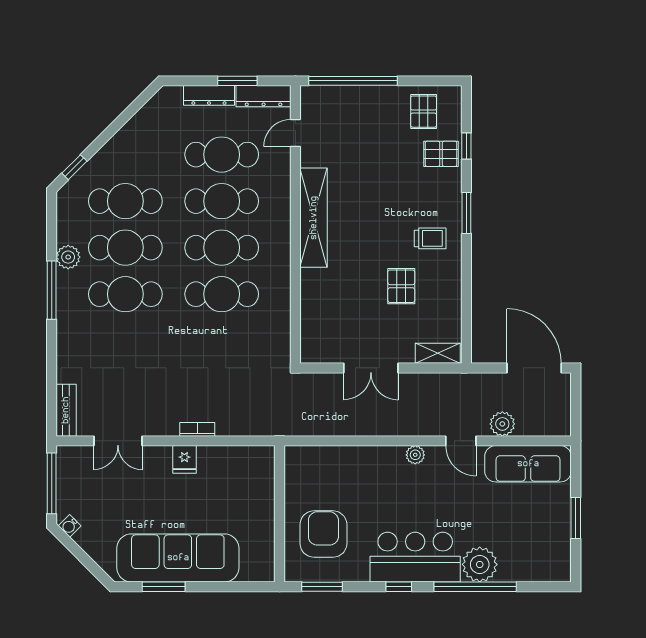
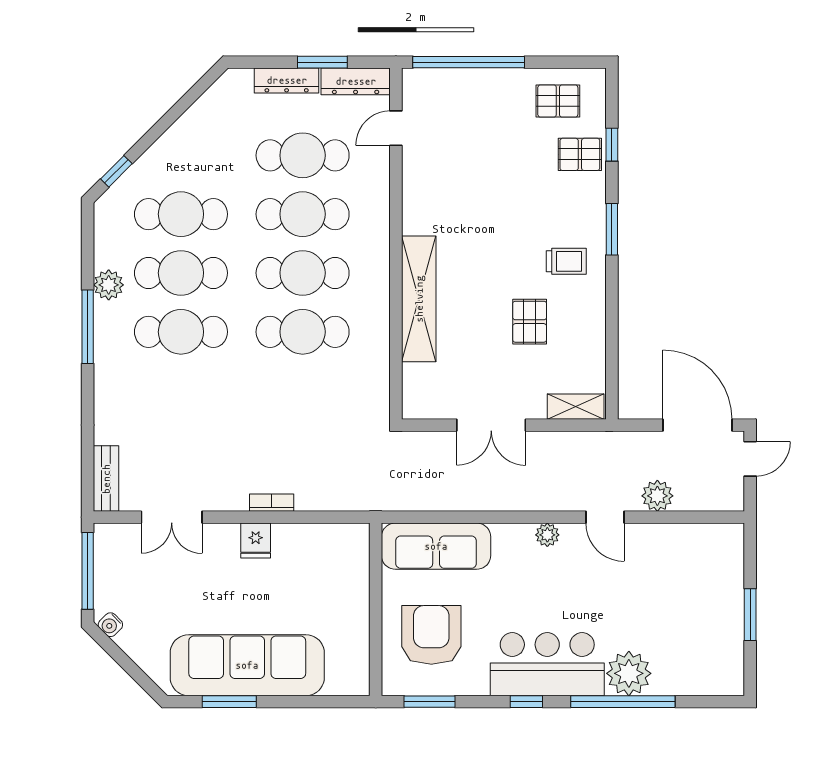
pallet: (424, 112) -> (558, 101), turned 90
shelving: (314, 218) -> (419, 299), moved
door: (576, 395) -> (750, 459), added
sofa: (528, 464) -> (436, 546), moved

